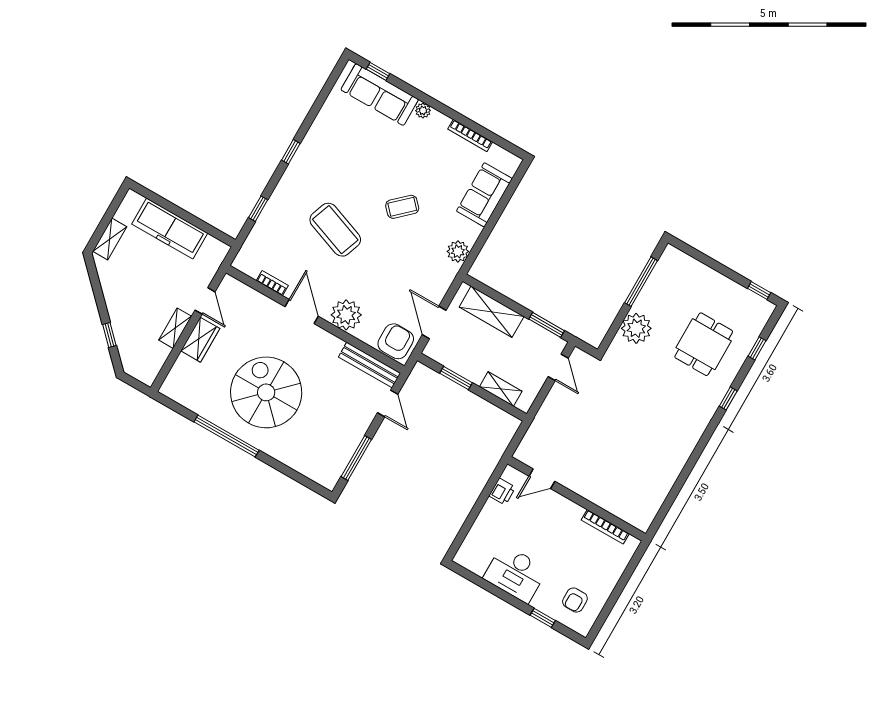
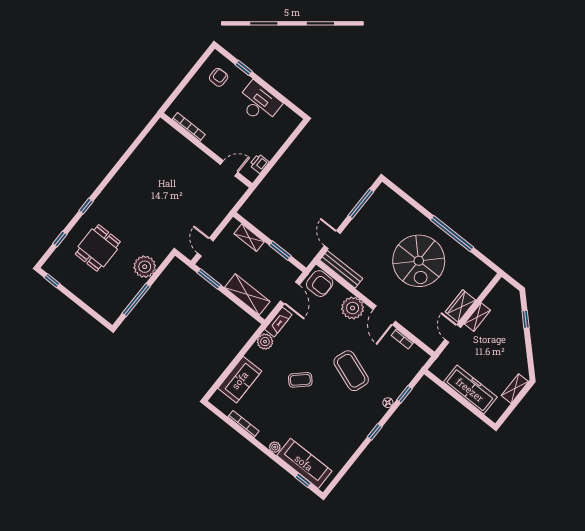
floor lamp: (279, 194) -> (388, 403), added
fireplace: (444, 281) -> (278, 322), added
armchair: (396, 341) -> (320, 284), turned -90

